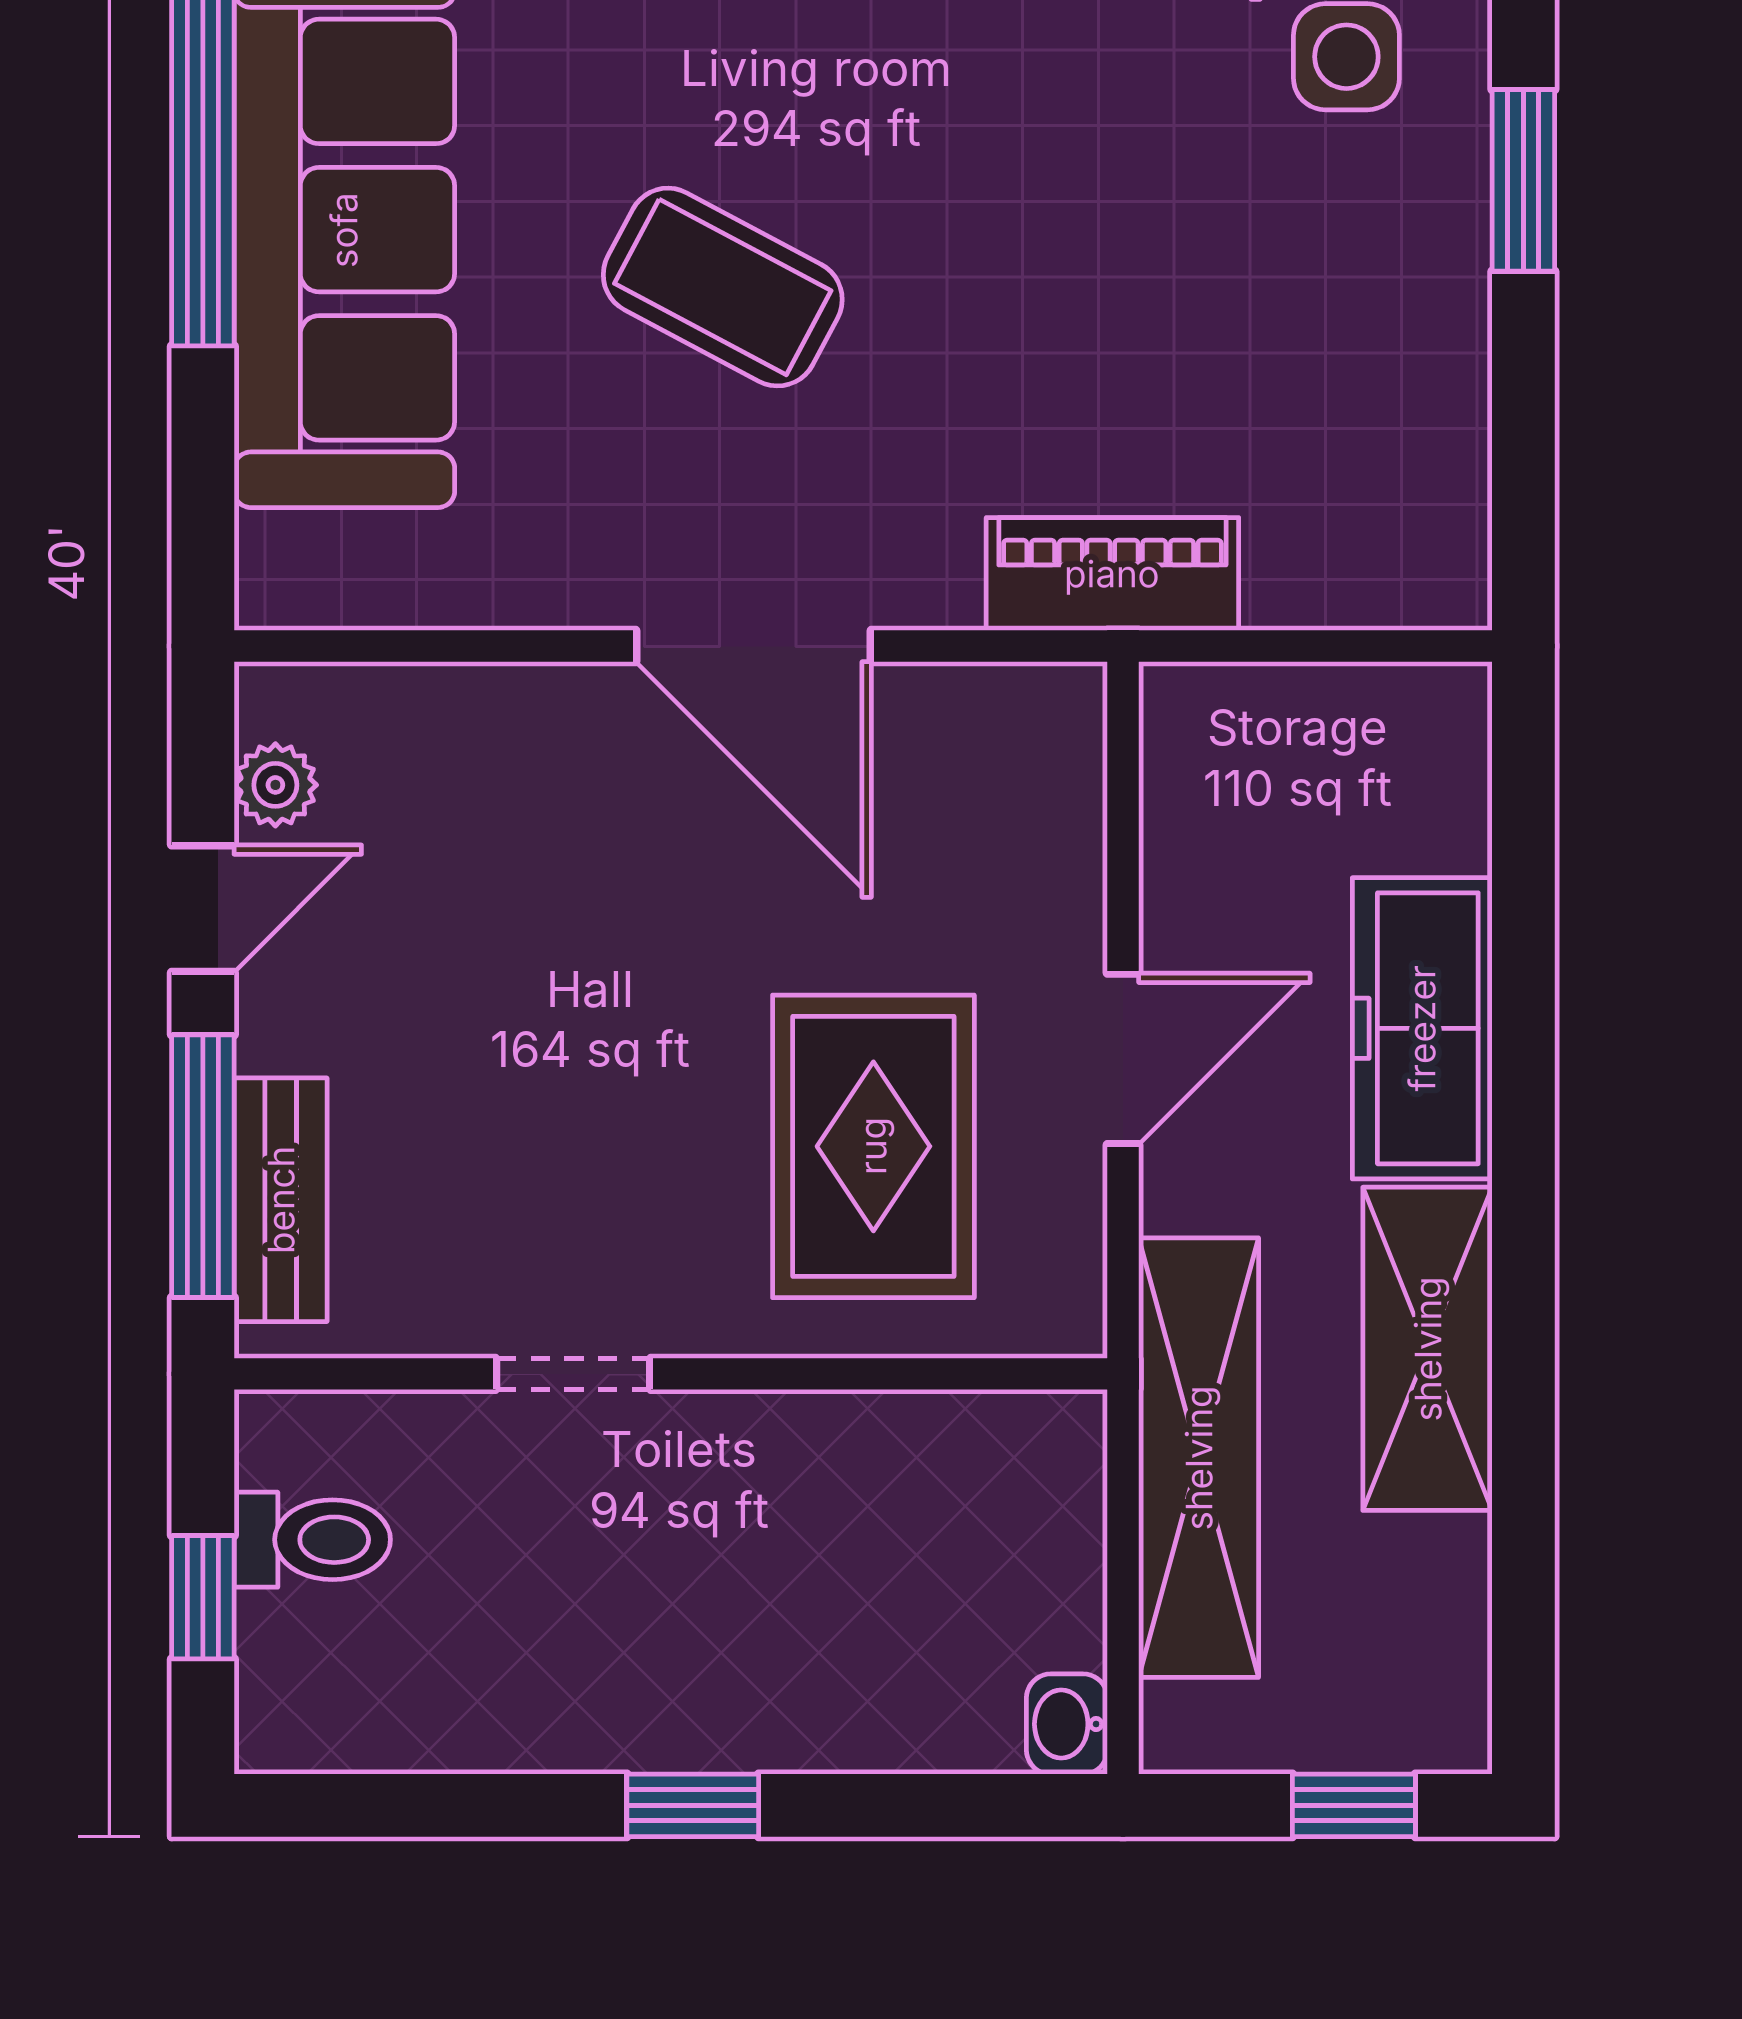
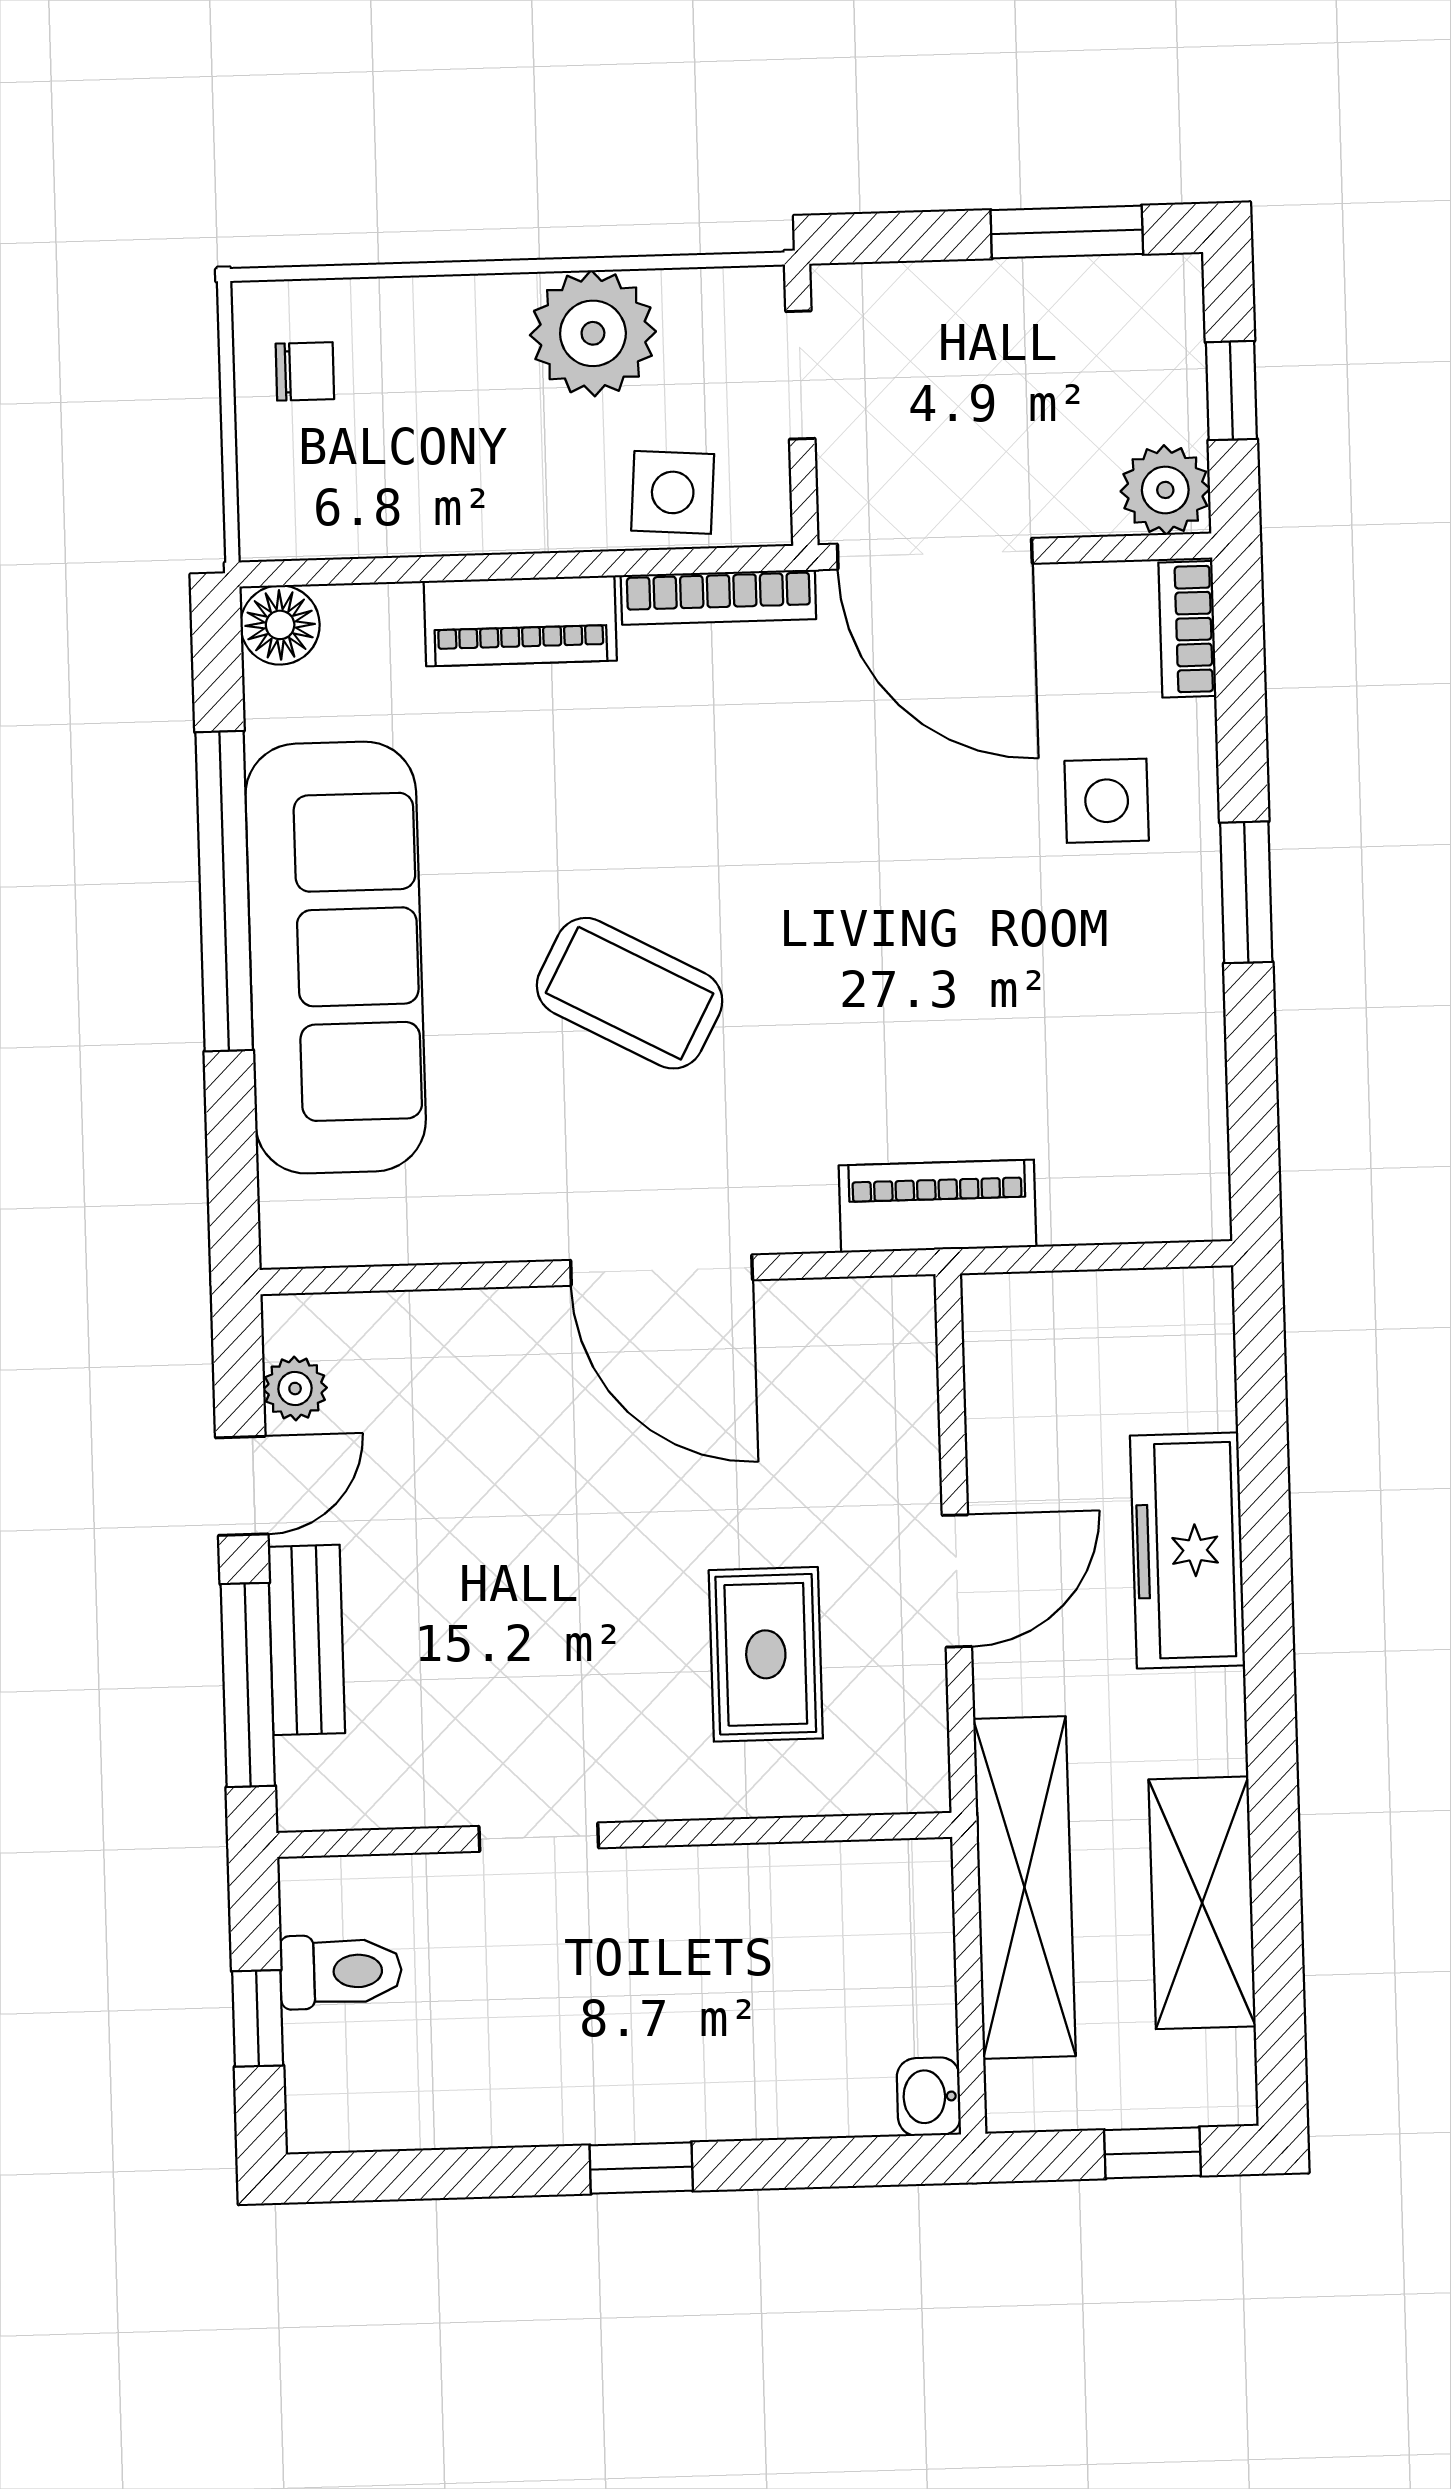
rug: (873, 1146) -> (766, 1654), width x0.73, depth x0.70
bench: (281, 1200) -> (306, 1640), moved
shelving: (1428, 1349) -> (1202, 1903), moved

